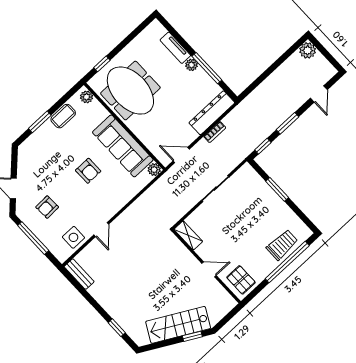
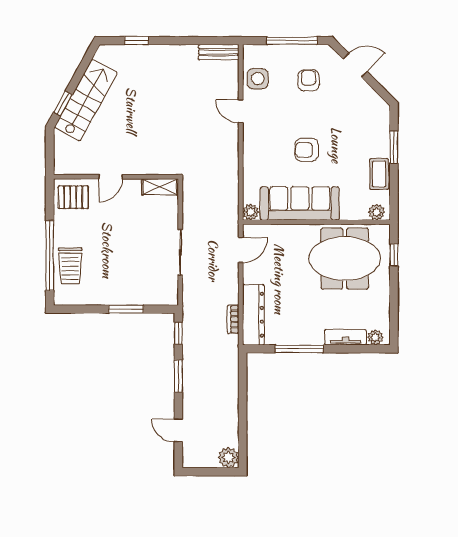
plant: (191, 65) -> (375, 337), moved
bookcase: (215, 132) -> (233, 319), moved

